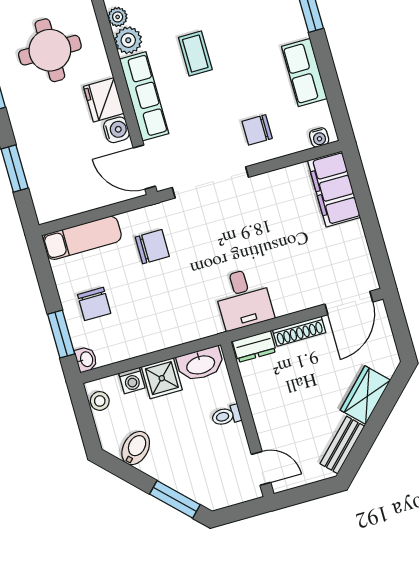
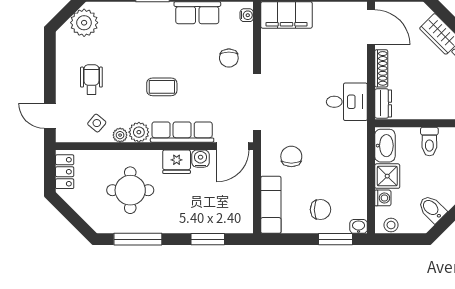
toilet: (226, 416) -> (429, 141), width x1.37, depth x1.39

